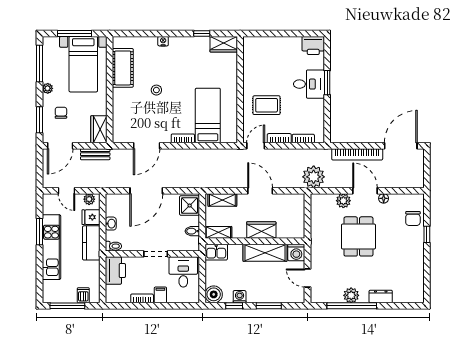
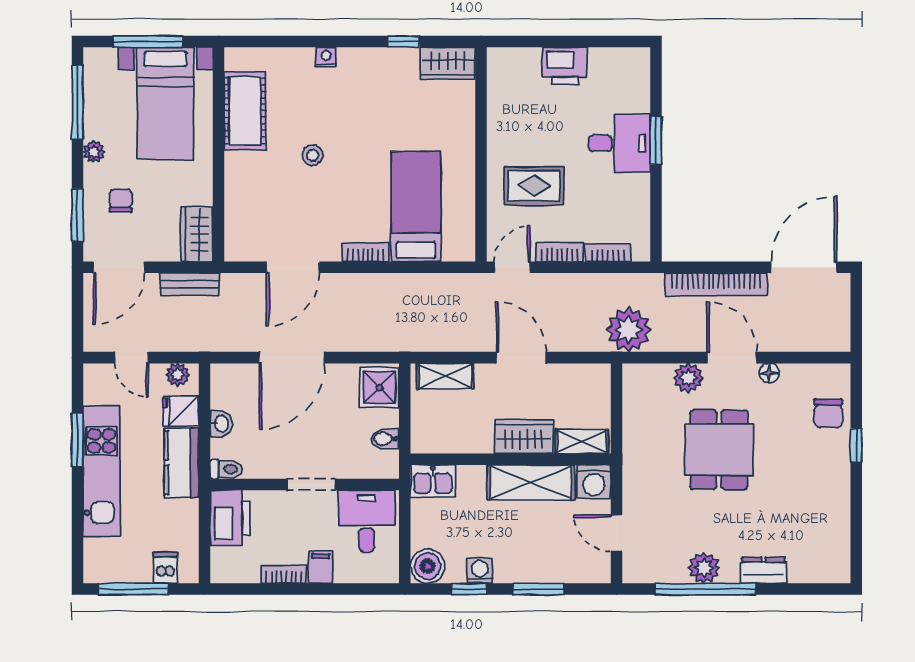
printer: (313, 46) -> (564, 66), moved
shelving: (218, 232) -> (582, 442), moved

